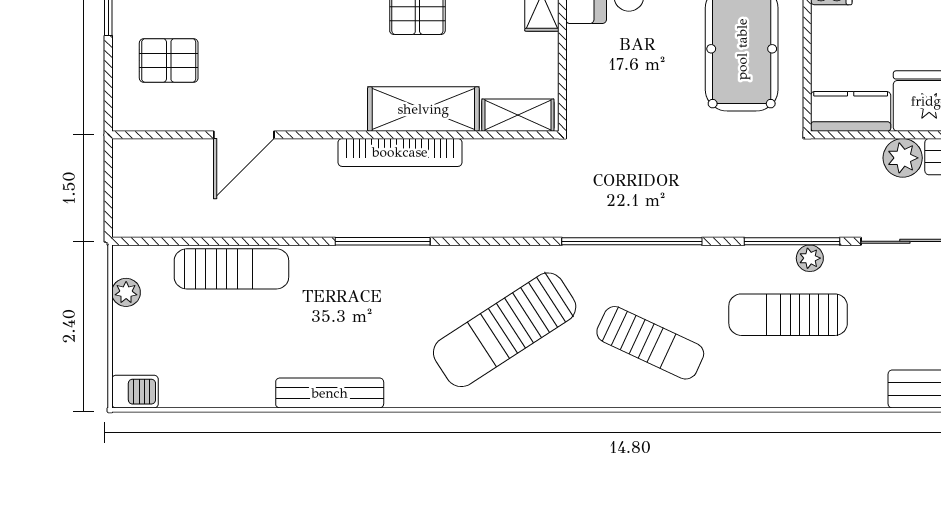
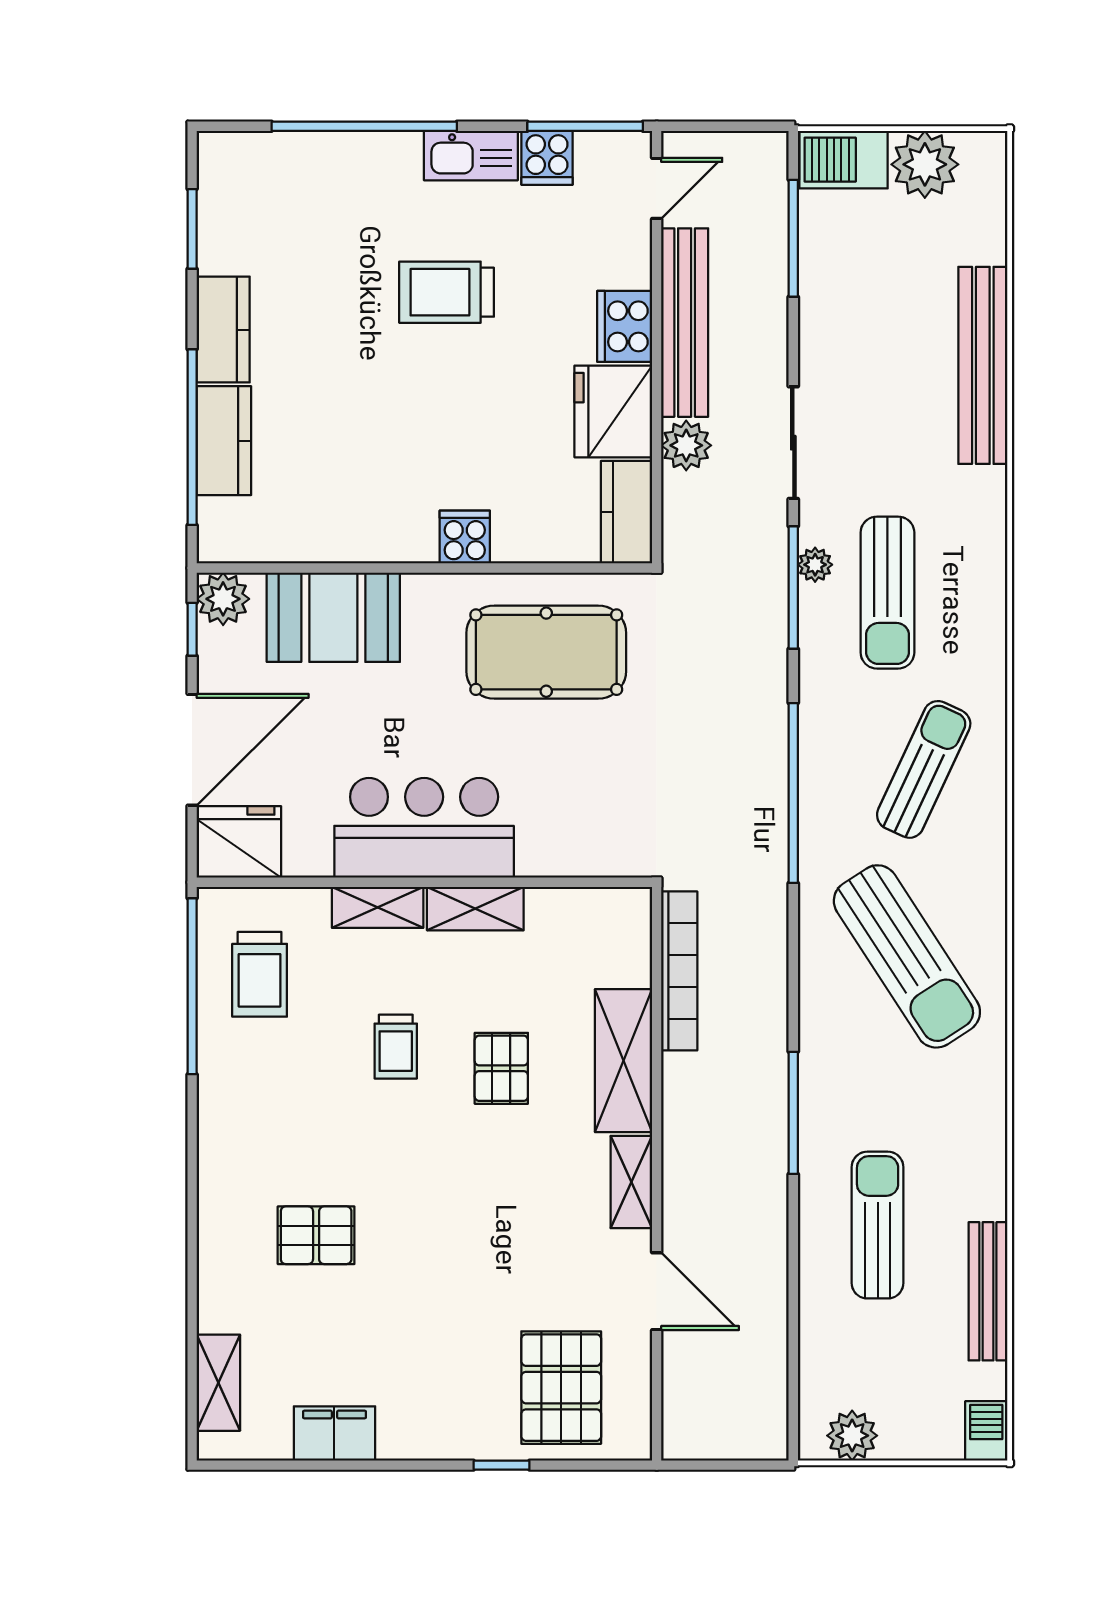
pallet: (169, 60) -> (561, 1388), width x1.50, depth x1.42
shelving: (518, 115) -> (631, 1182), moved
bookcase: (400, 152) -> (679, 971), moved
sun lounger: (231, 269) -> (878, 1225), moved
plant: (126, 292) -> (852, 1436), width x1.38, depth x1.38
bench: (330, 393) -> (988, 1291), moved

